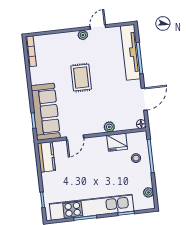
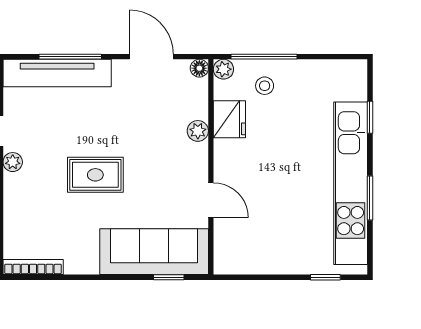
kitchen counter: (46, 157) -> (242, 260), removed
plant: (148, 192) -> (223, 69), moved

